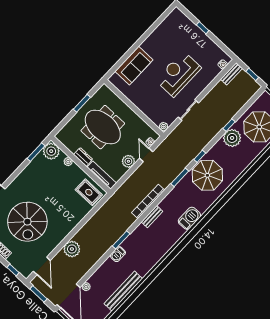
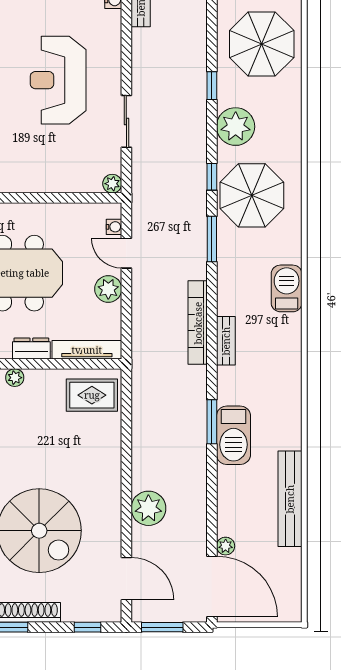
plant: (232, 138) -> (236, 127), moved
barbecue: (118, 254) -> (233, 435), width x1.88, depth x1.53

